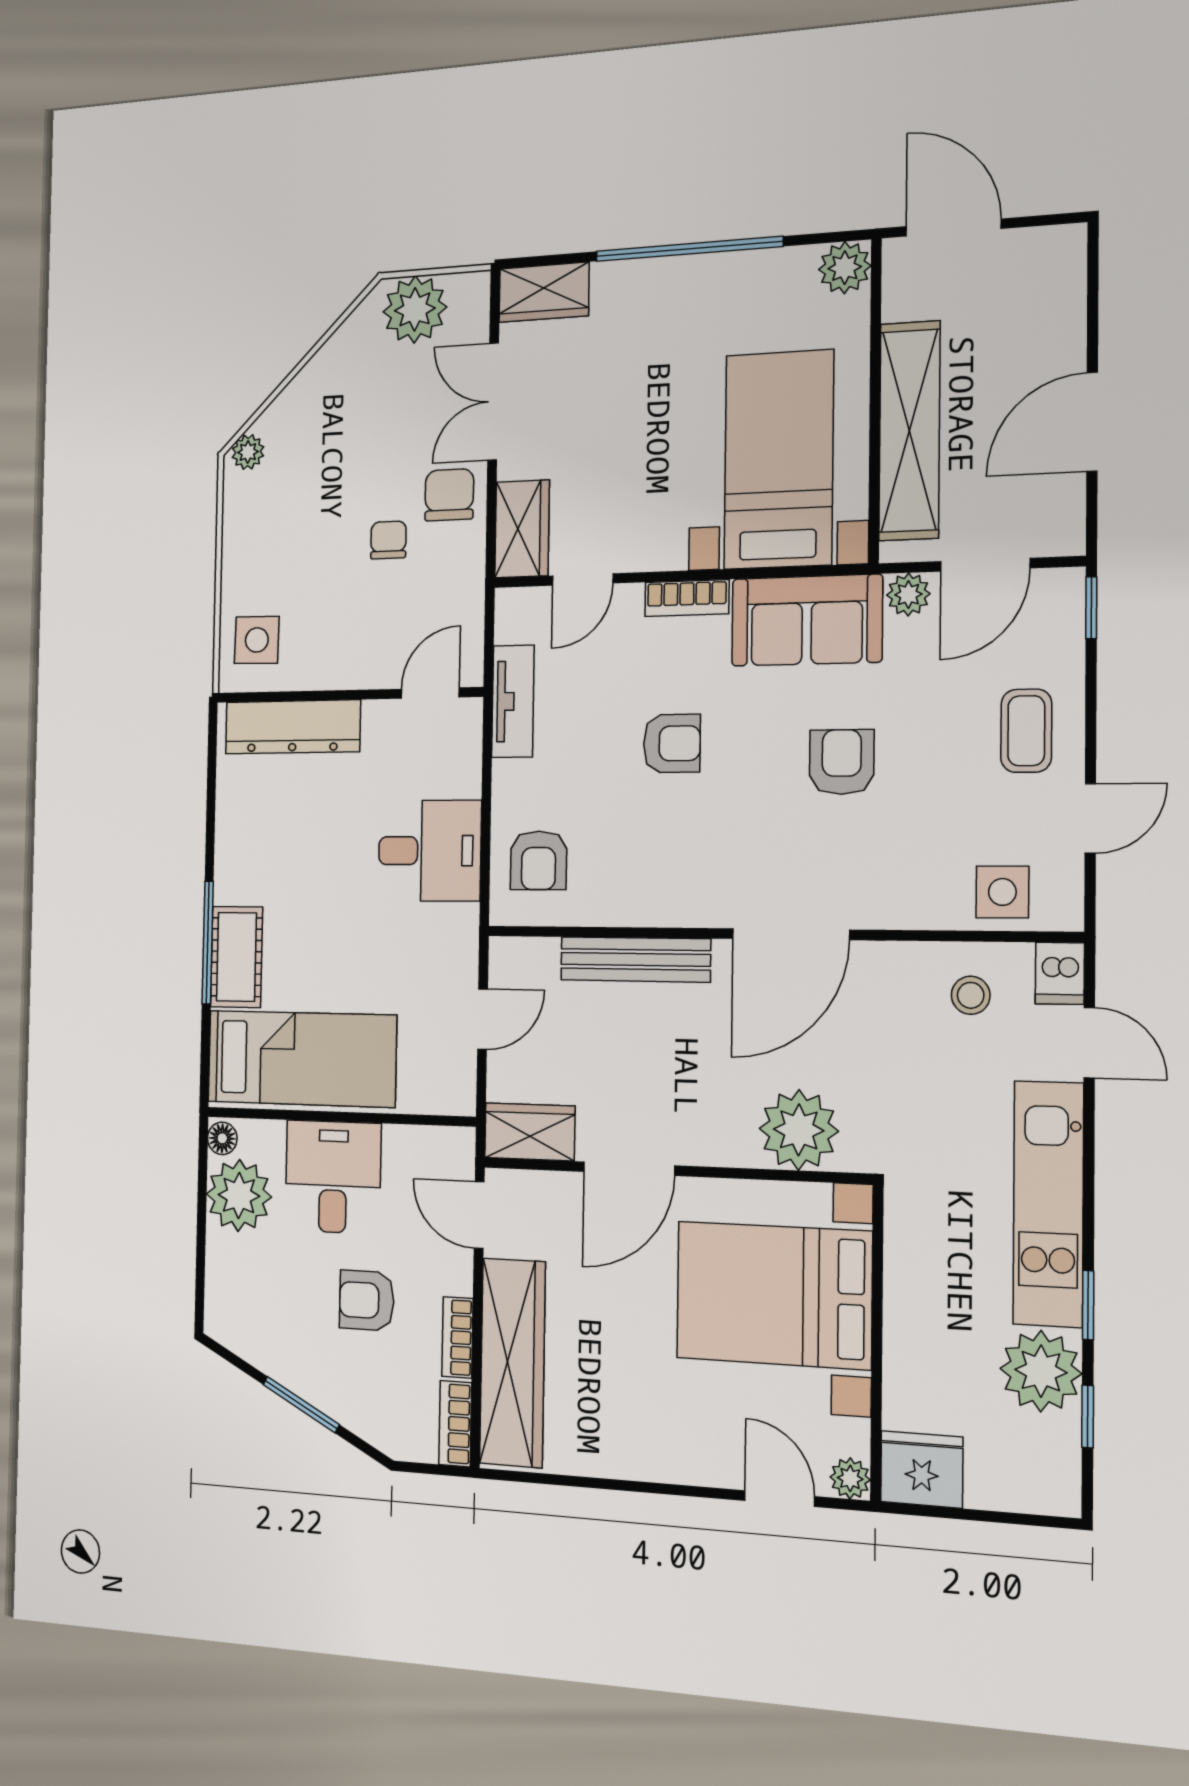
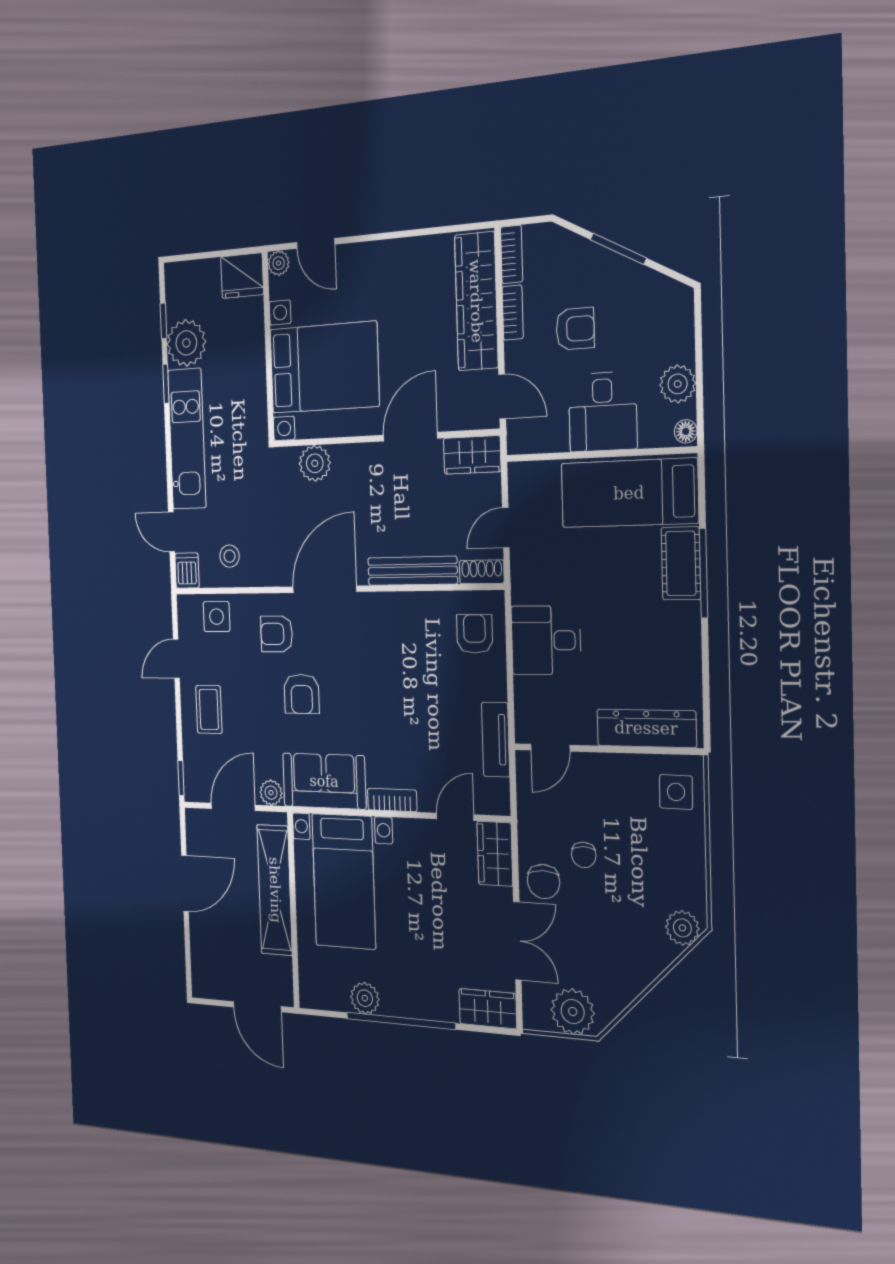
plant: (845, 268) -> (365, 998), moved
plant: (248, 452) -> (682, 928), width x1.38, depth x1.38
armchair: (672, 743) -> (277, 634), moved
shoe rack: (523, 954) -> (482, 572), added
plant: (799, 1130) -> (315, 463), width x0.73, depth x0.73
plant: (239, 1195) -> (678, 384), width x0.73, depth x0.73

